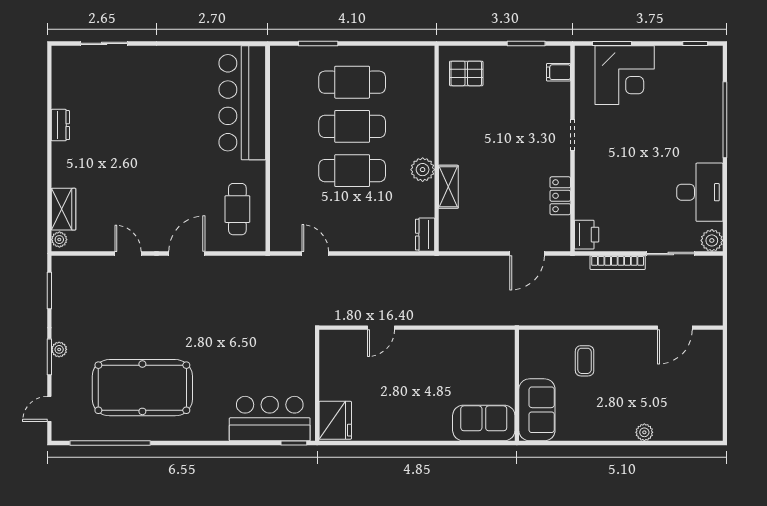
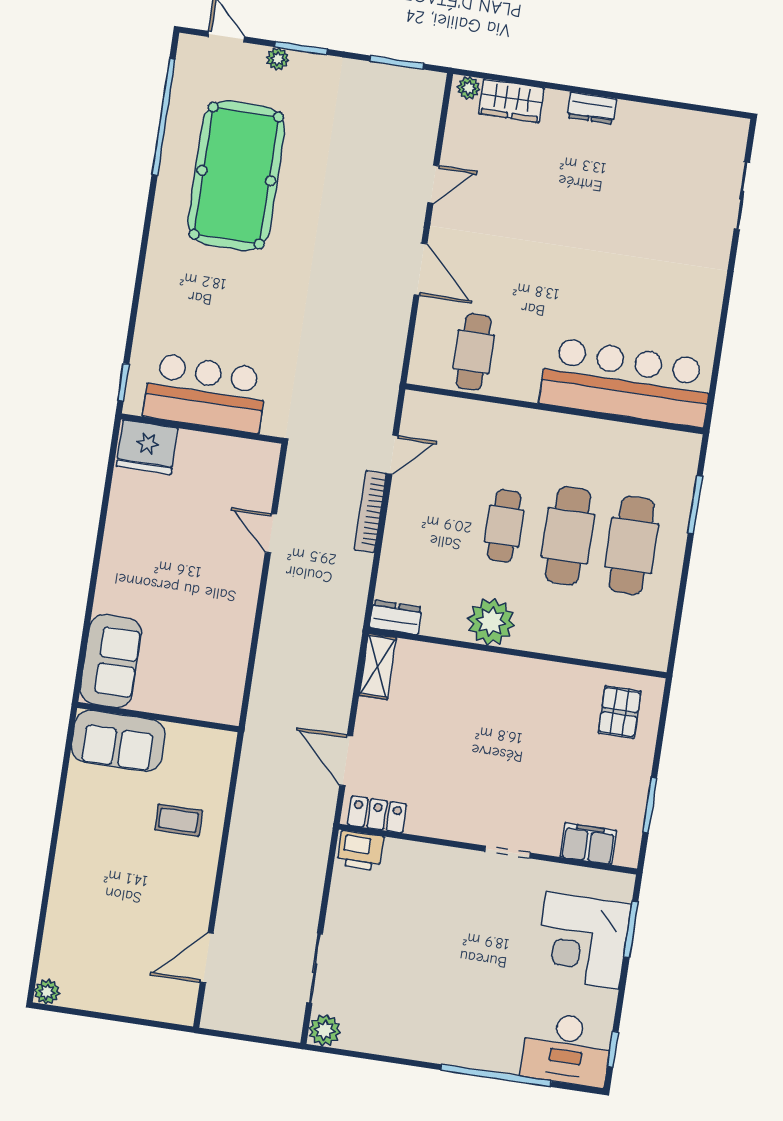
filing cabinet: (559, 72) -> (588, 844), width x2.00
dresser: (60, 125) -> (592, 108), moved
plant: (423, 170) -> (491, 622), width x1.36, depth x1.36
cafe table: (352, 171) -> (504, 526), width x0.73, depth x0.74
shelving: (448, 187) -> (378, 666), moved, turned 90
desk: (700, 192) -> (567, 1049), moved
locker: (560, 196) -> (377, 814), moved
cafe table: (237, 209) -> (474, 352), turned 90
bookcase: (618, 263) -> (370, 512), moved
door: (675, 328) -> (207, 958), hinge flipped
plant: (59, 349) -> (278, 59), moved
bar counter: (270, 419) -> (205, 393), moved, turned -90
plant: (644, 432) -> (47, 992), moved

